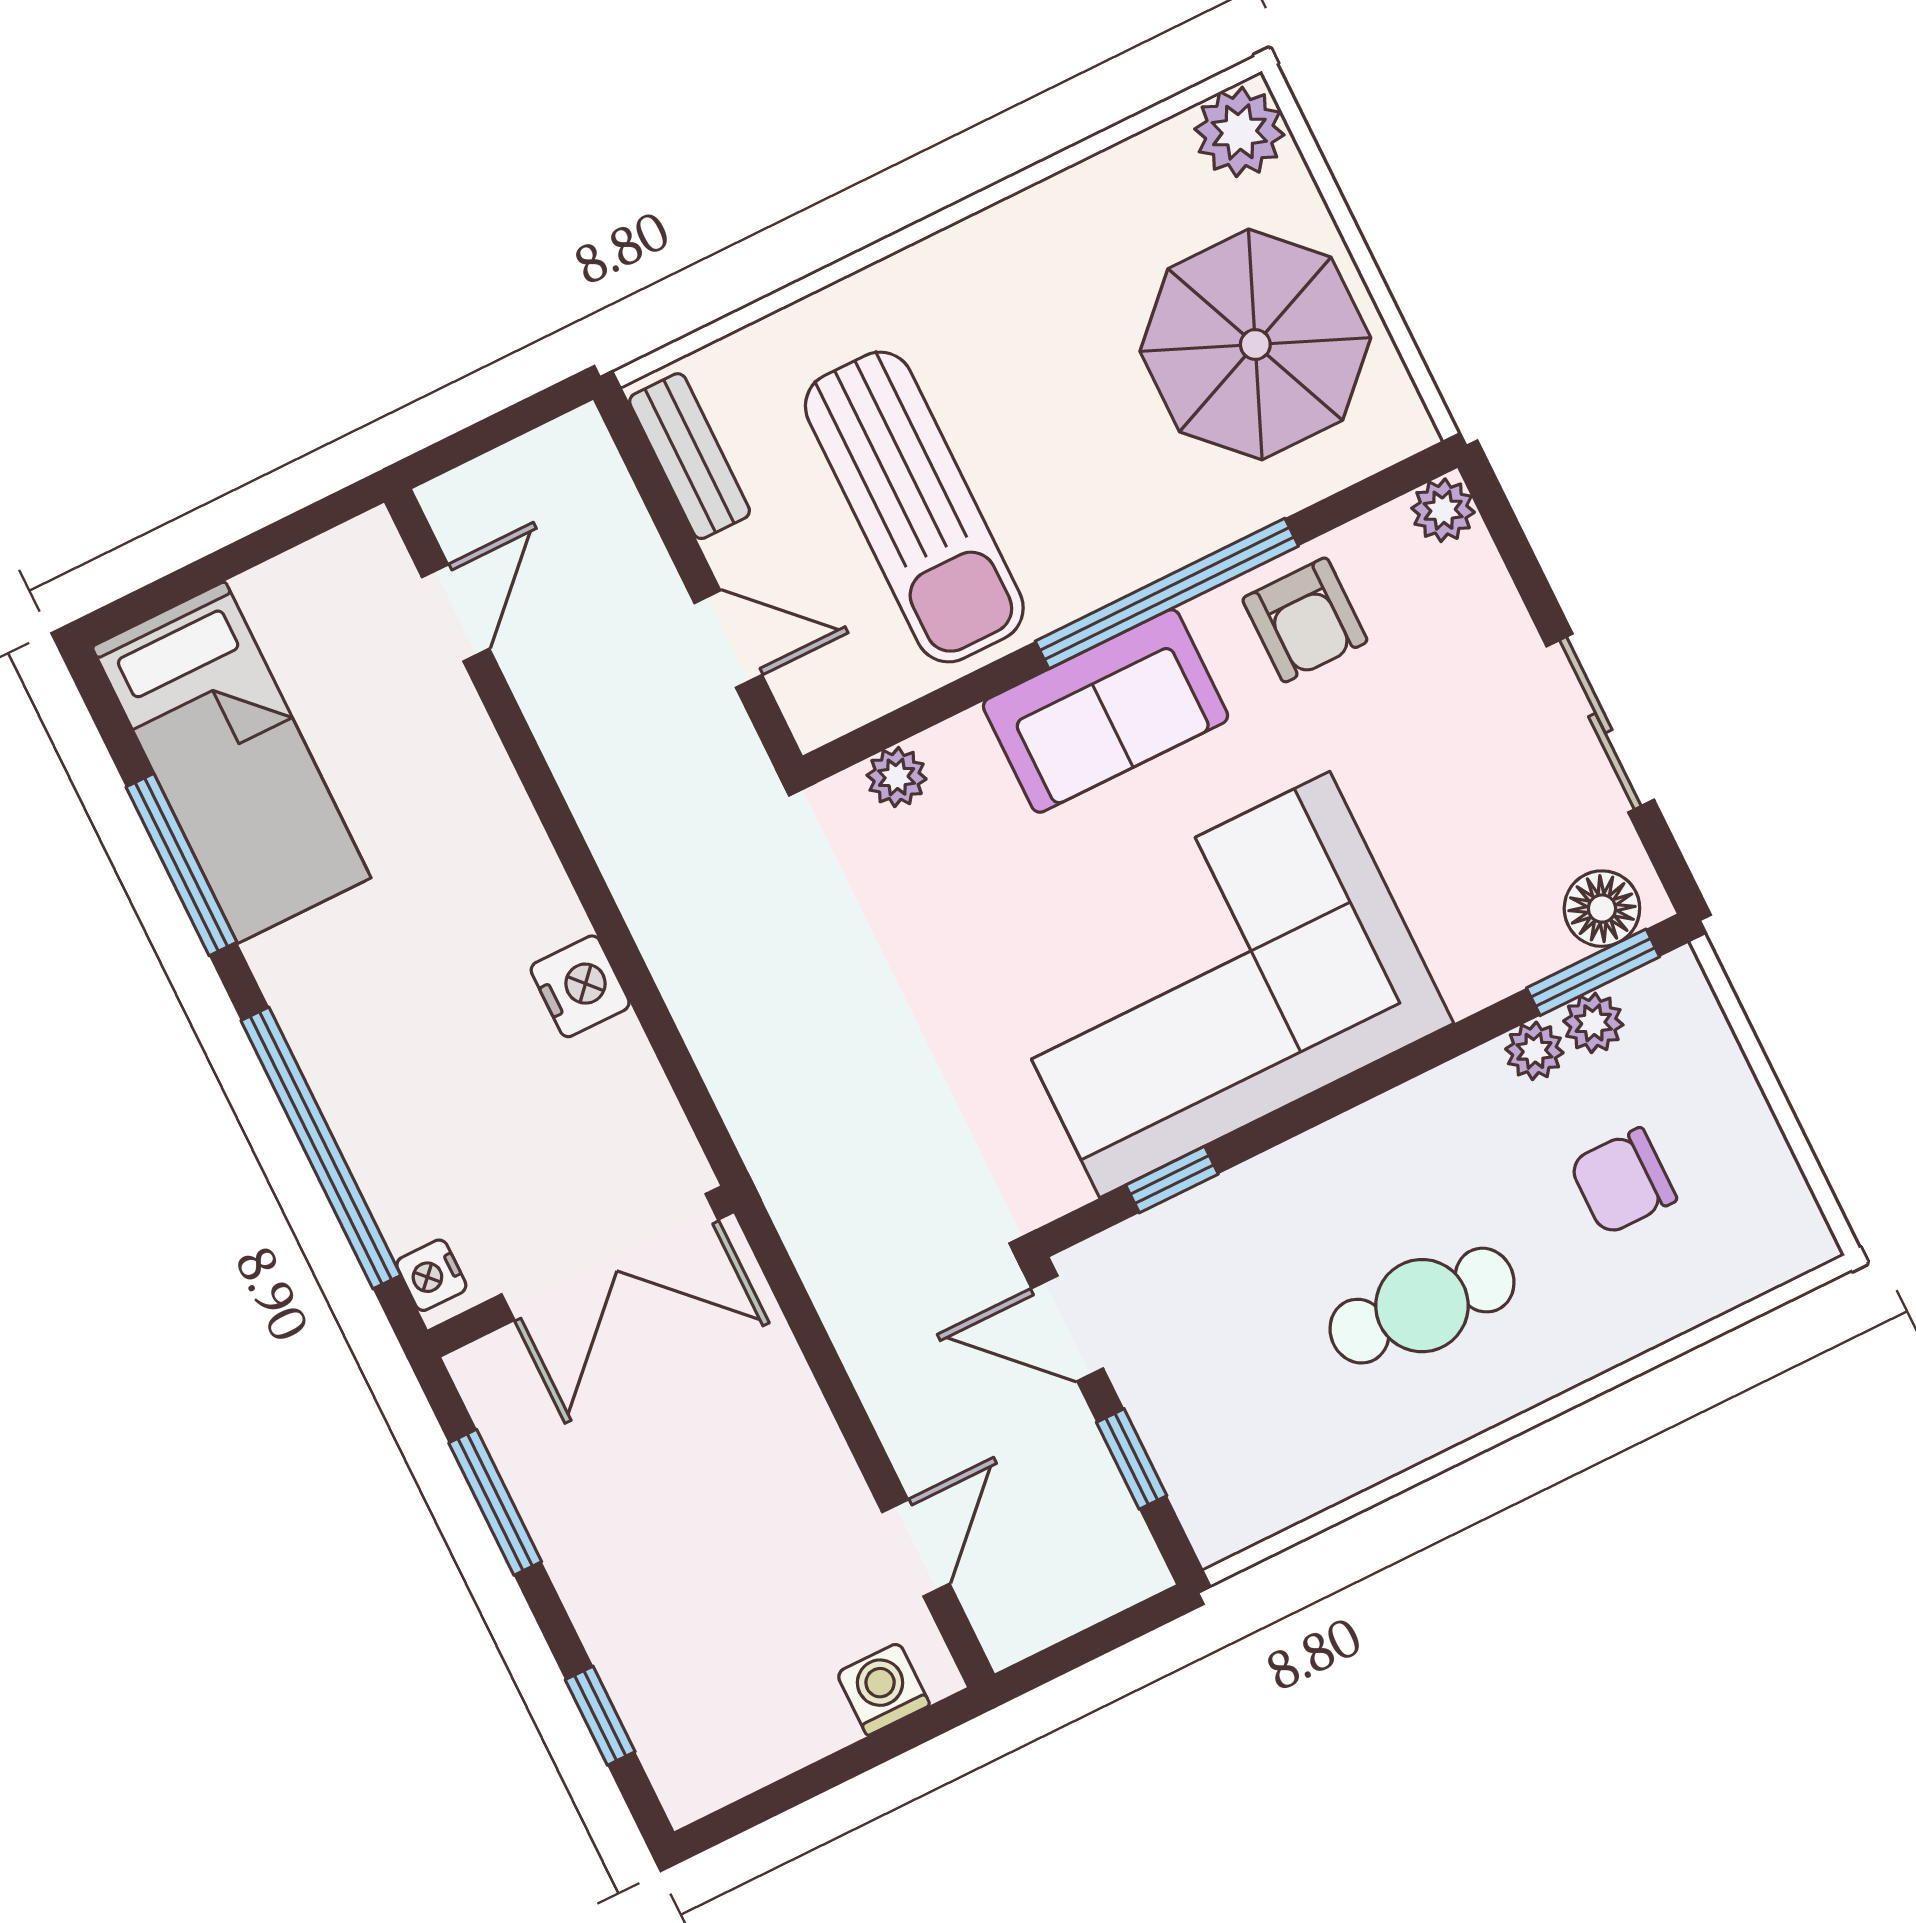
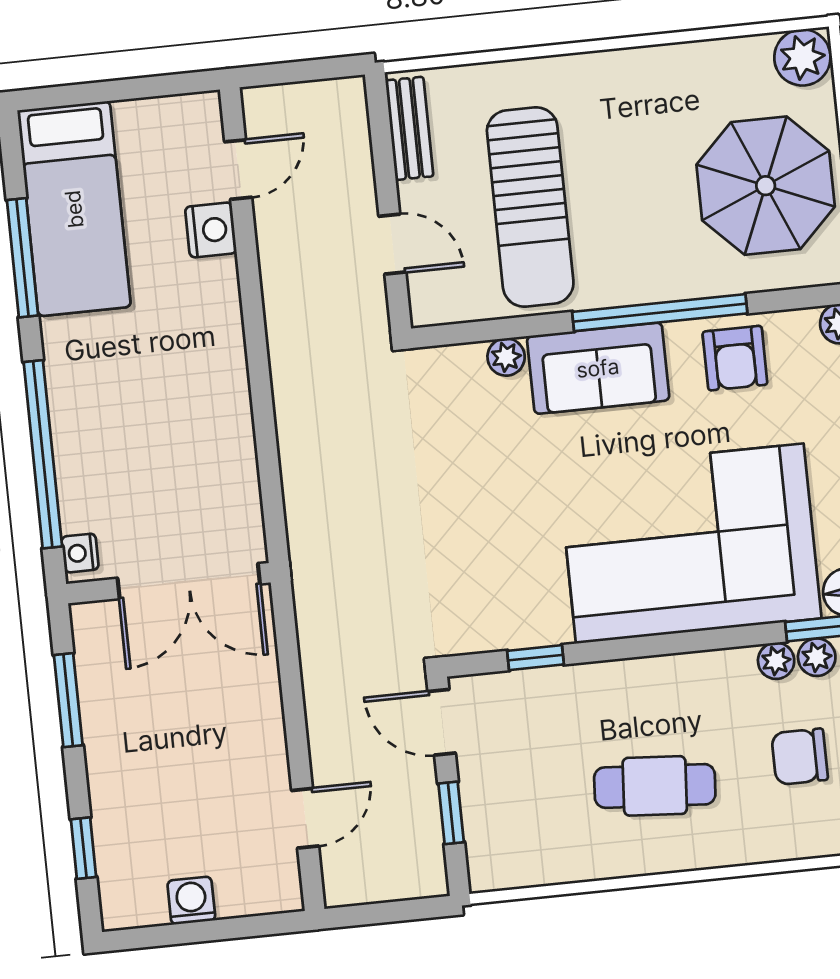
plant: (897, 777) -> (506, 357), moved
corner sofa: (1215, 984) -> (690, 543), moved
nightstand: (580, 986) -> (211, 230), moved
washing machine: (883, 1689) -> (191, 901), moved

